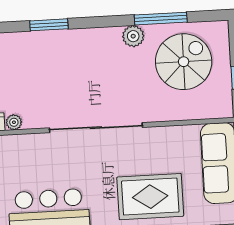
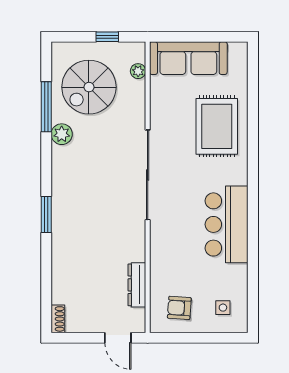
spiral stairs: (184, 62) -> (89, 87), turned -90
plant: (14, 122) -> (138, 71), moved

